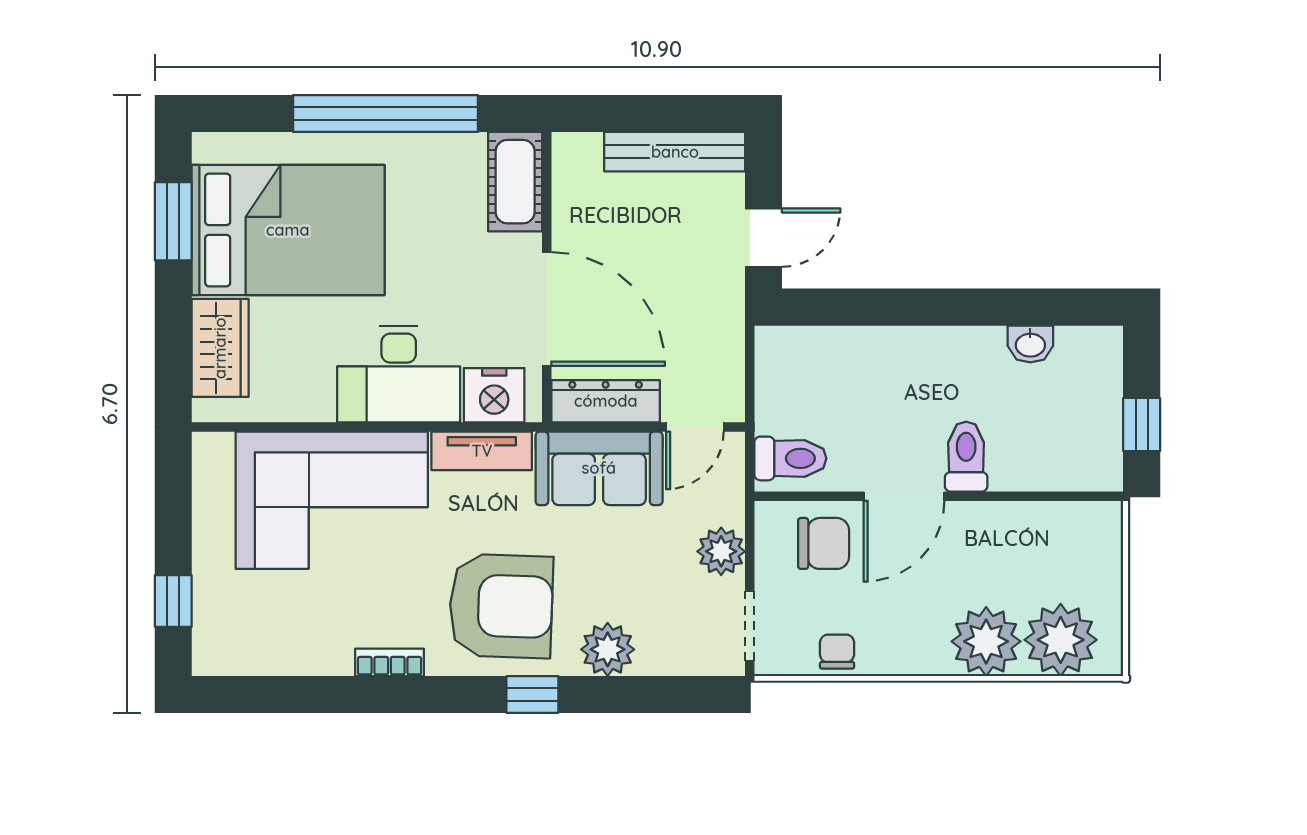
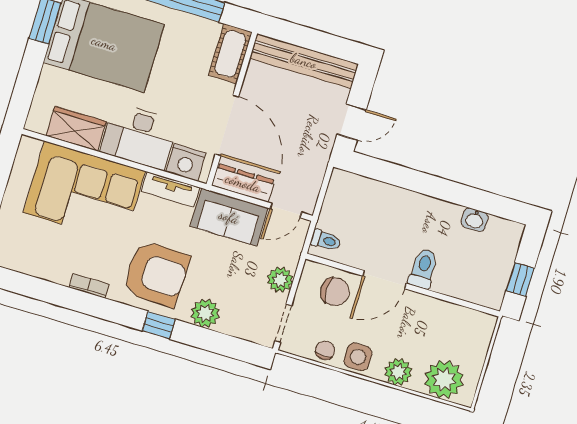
bench: (675, 152) -> (304, 61), width x1.37, depth x1.21
wardrobe: (220, 348) -> (76, 129), moved, turned -90
toilet: (790, 458) -> (326, 240), width x0.73, depth x0.72
plant: (986, 641) -> (398, 372), width x0.73, depth x0.73
side table: (898, 645) -> (358, 357), added

